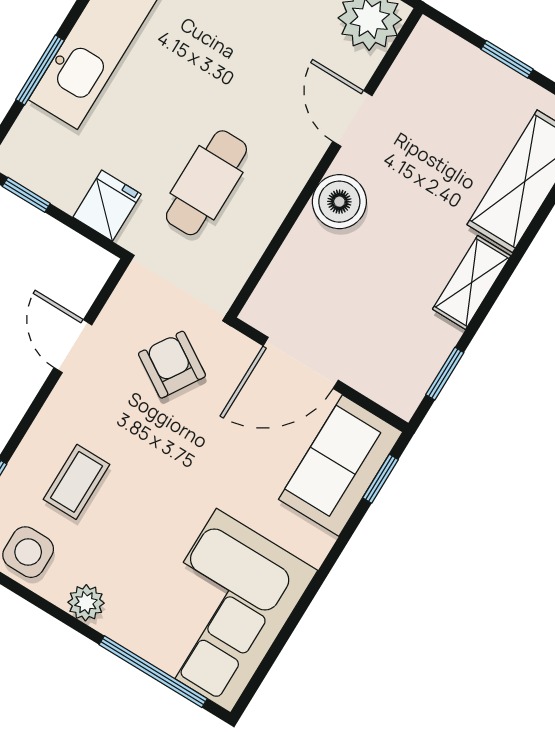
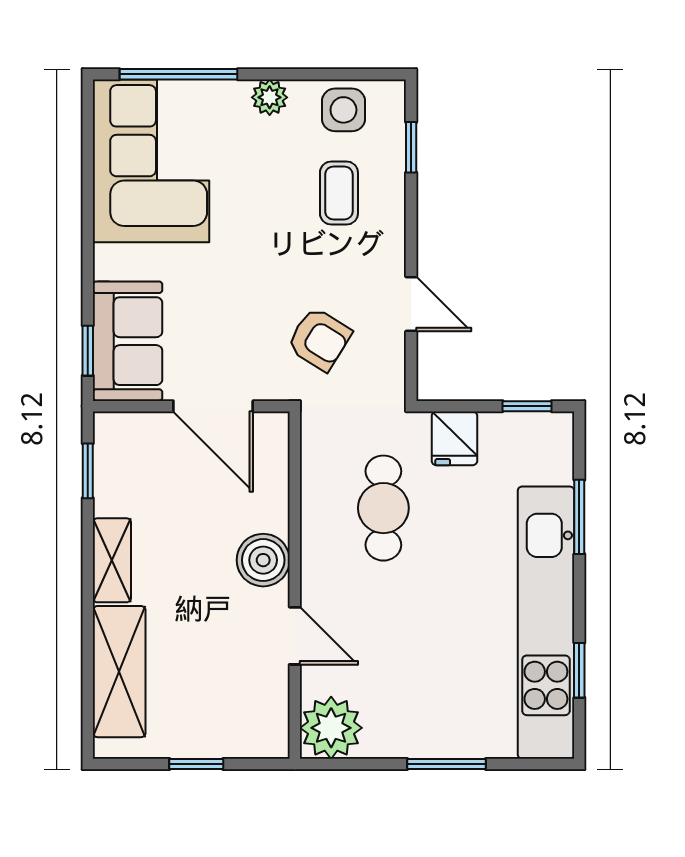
door: (301, 363) -> (213, 406), swing flipped

